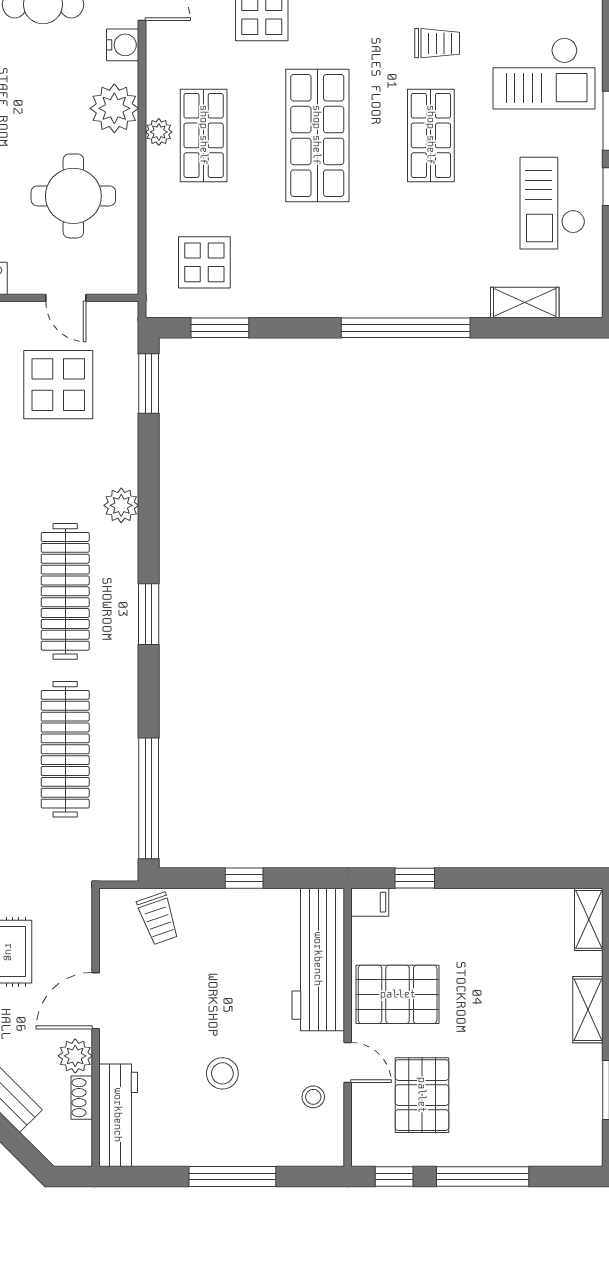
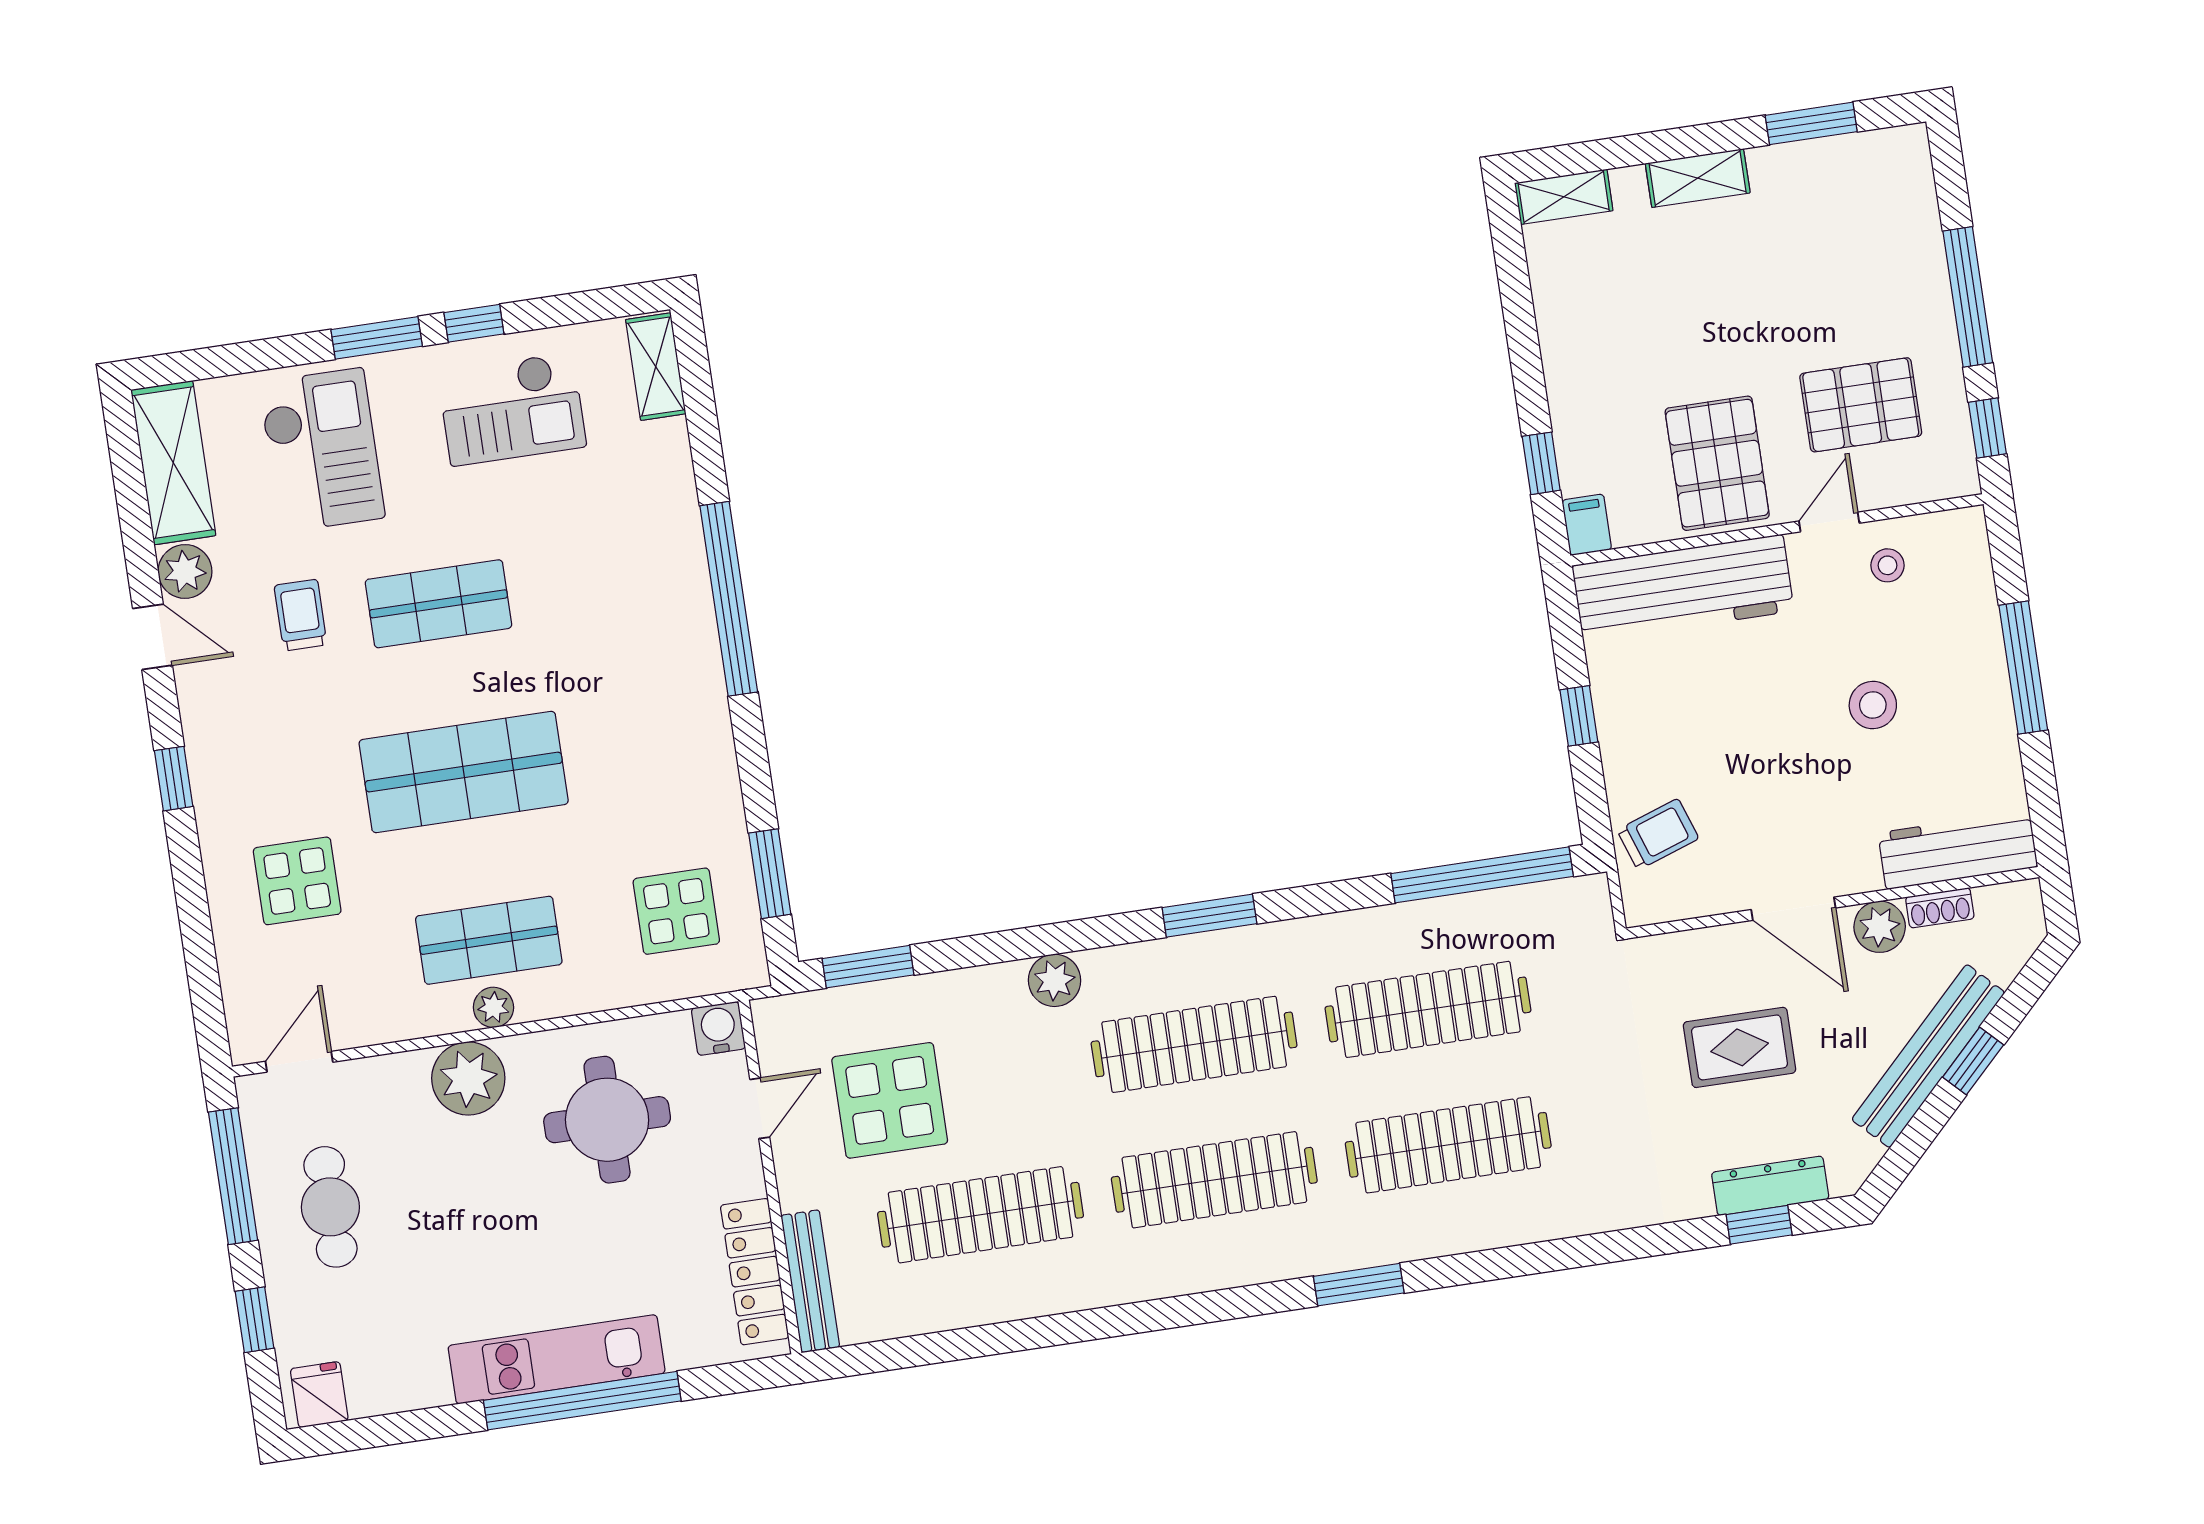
water cooler: (123, 45) -> (718, 1028), moved
shelving: (525, 302) -> (656, 367), moved

